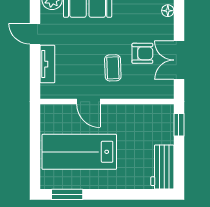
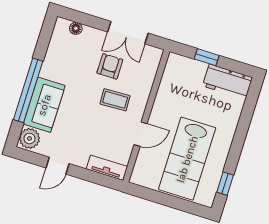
tv unit: (47, 64) -> (107, 168), moved
window: (179, 125) -> (207, 57), moved
window: (67, 194) -> (225, 184), width x0.67

